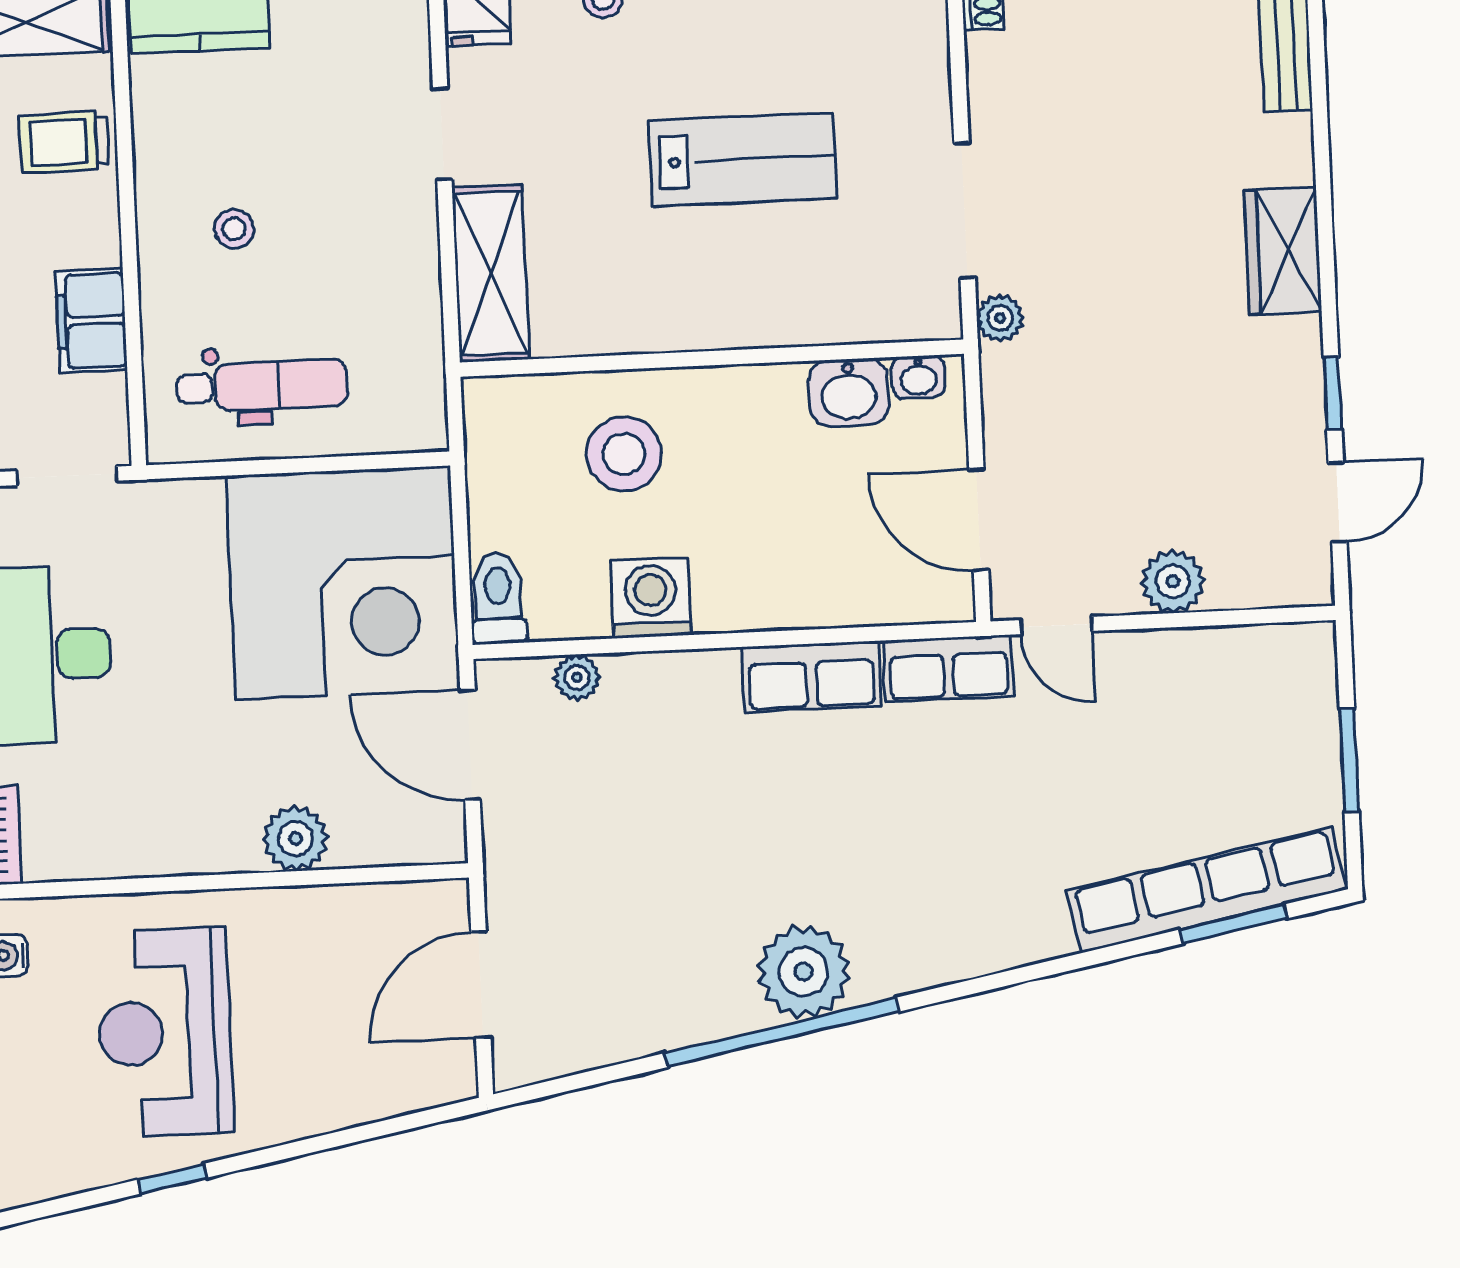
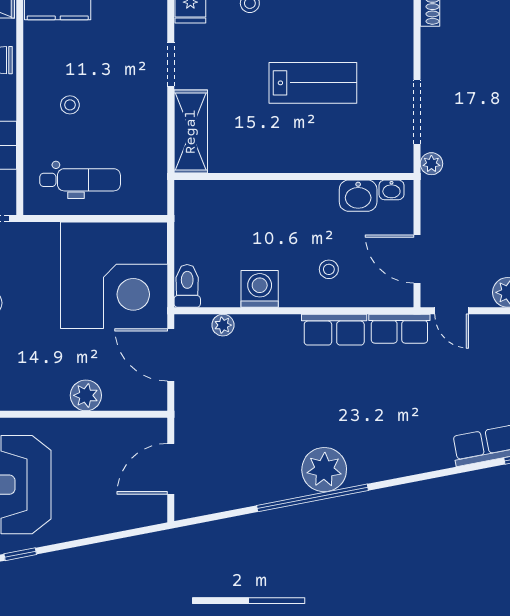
stool: (624, 454) -> (329, 269), moved, width x0.53, depth x0.53

